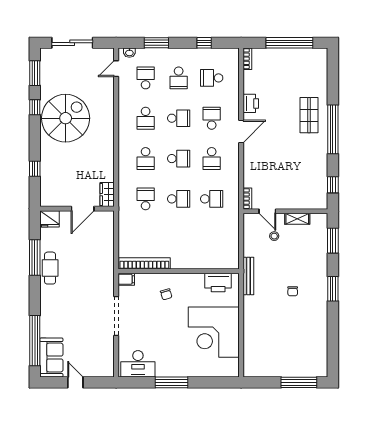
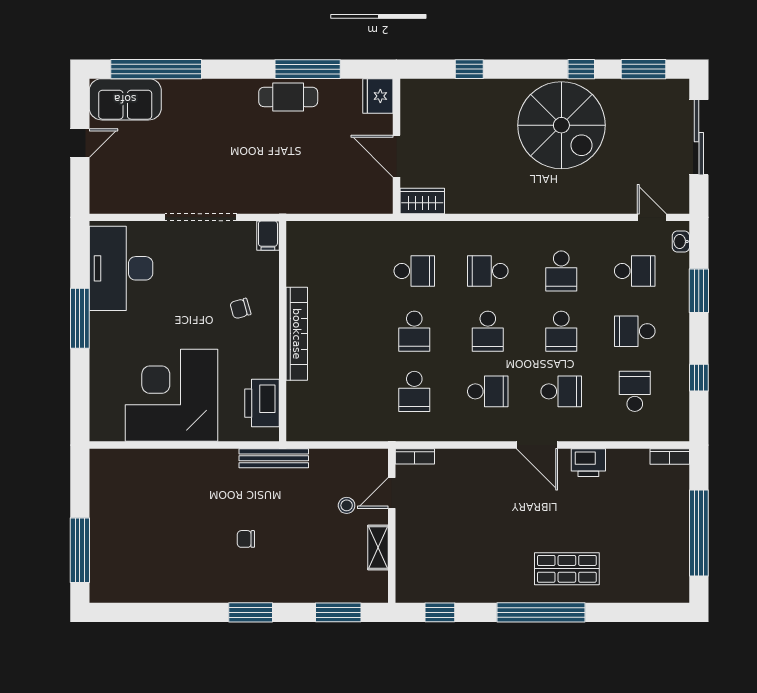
school desk: (146, 118) -> (561, 271), turned -90
school desk: (212, 159) -> (488, 391), turned 180
bookcase: (144, 263) -> (297, 334), moved
desk: (138, 364) -> (121, 268), width x1.36, depth x1.30

